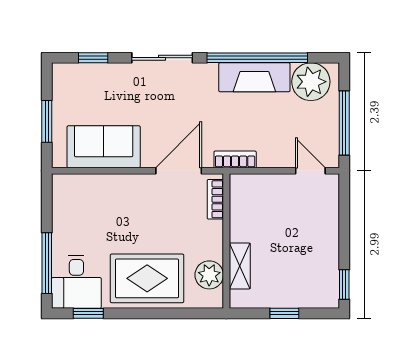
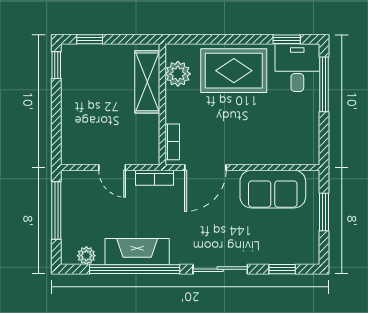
plant: (311, 82) -> (86, 256), width x0.53, depth x0.53
door: (310, 171) -> (112, 168), moved
shelving: (240, 266) -> (147, 82), width x1.50, depth x1.33
window: (284, 313) -> (90, 39), moved

